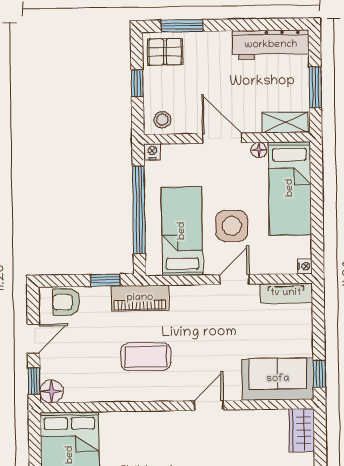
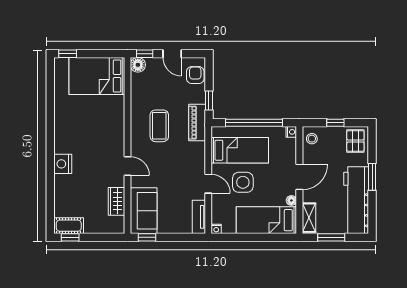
window: (182, 26) -> (372, 177), moved
workbench: (271, 45) -> (356, 200), width x1.36, depth x1.32
wardrobe: (302, 430) -> (116, 201), moved, turned -90

